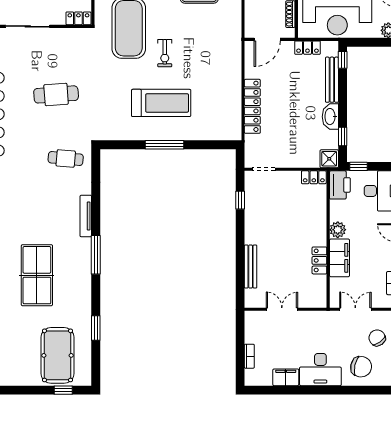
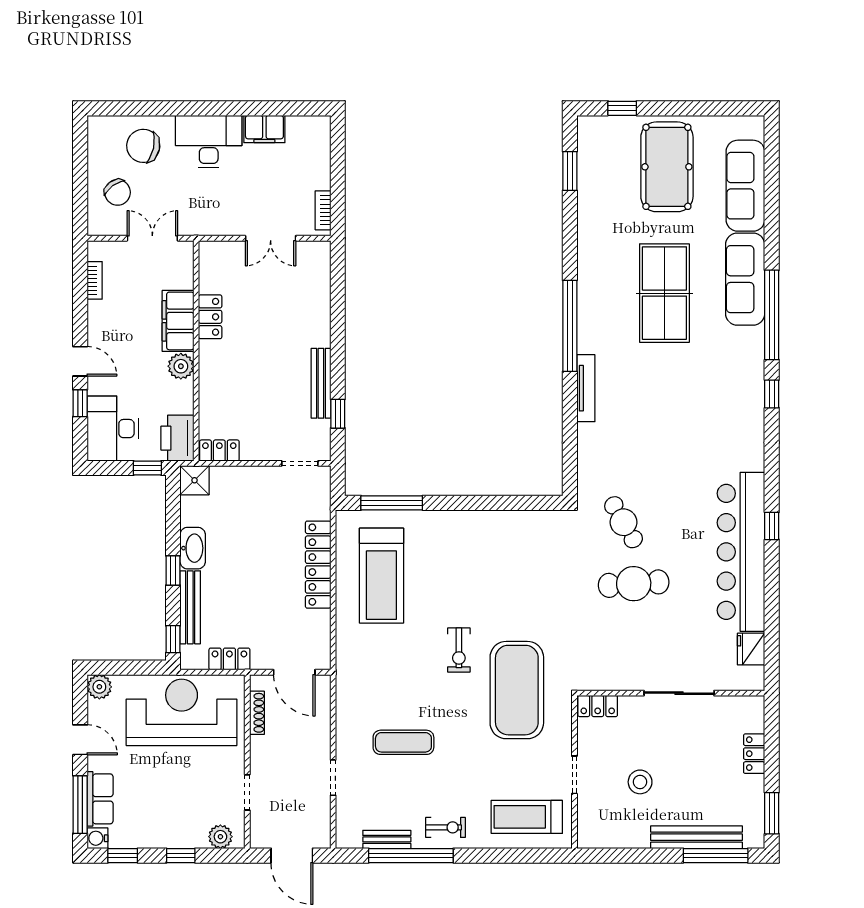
door: (267, 39) -> (294, 672), swing flipped
exercise bike: (165, 53) -> (459, 650), turned 180
treadmill: (161, 103) -> (381, 576), moved, turned -90
window: (343, 137) -> (173, 571), moved
window: (164, 145) -> (392, 503), moved
cafe table: (66, 158) -> (624, 522), moved, turned 55
window: (96, 255) -> (570, 326), width x1.46
bench: (251, 266) -> (321, 383), moved
double door: (355, 309) -> (152, 238), swing flipped
window: (96, 328) -> (570, 171), moved
pool table: (57, 355) -> (667, 167), moved
bookcase: (249, 356) -> (323, 210), moved

